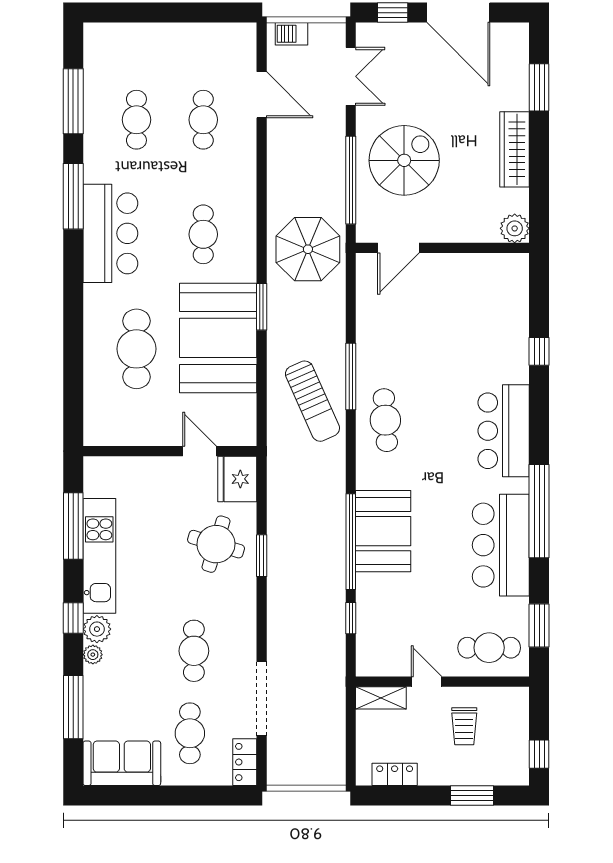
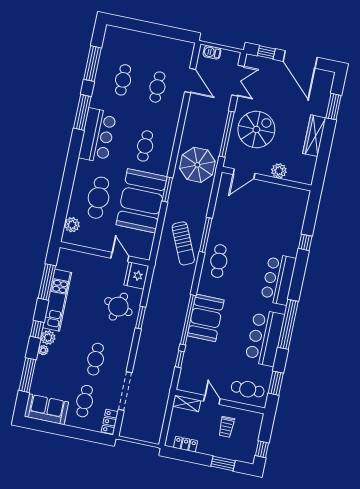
plant: (515, 228) -> (279, 171), moved
plant: (98, 410) -> (72, 225), added

